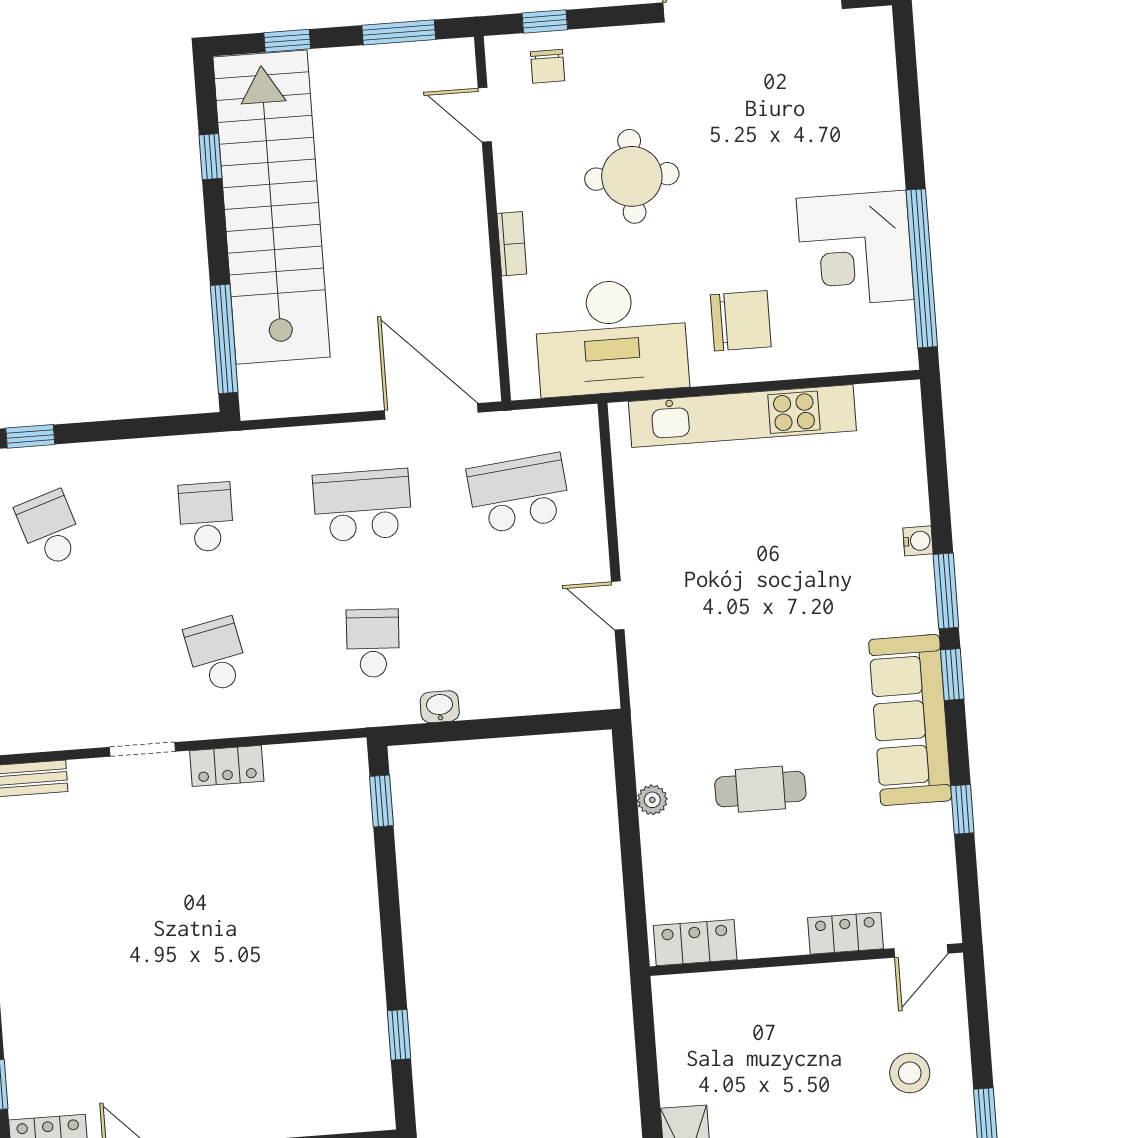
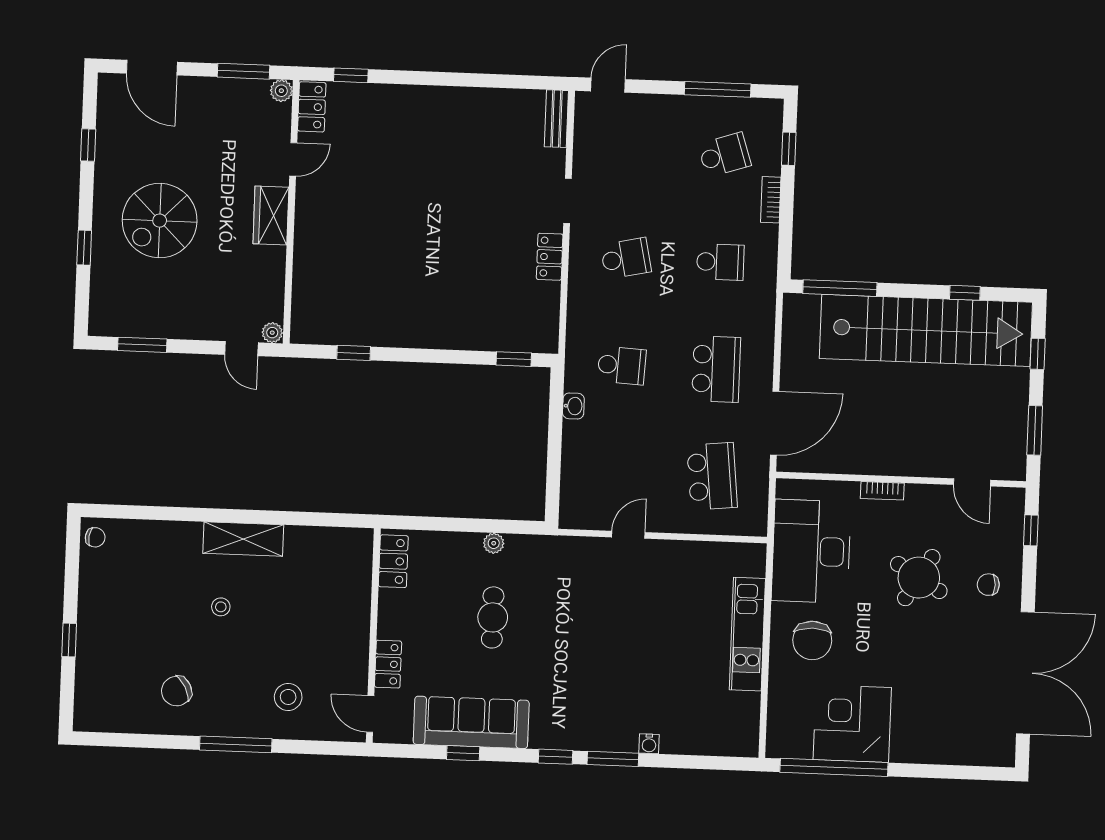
chair: (548, 66) -> (988, 585), moved
door: (485, 115) -> (972, 482), swing flipped
round table: (632, 176) -> (919, 578), turned 31
kitchen unit: (742, 416) -> (747, 634), width x0.73
bookcase: (107, 454) -> (771, 200), added
sofa: (910, 720) -> (471, 722), moved

